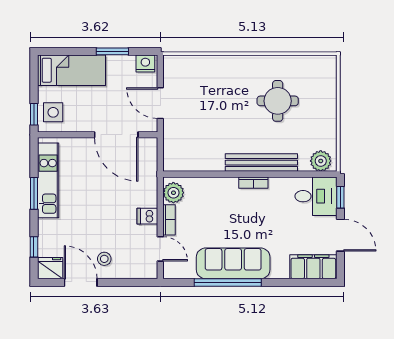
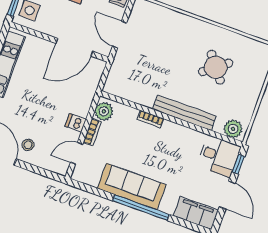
round table: (278, 101) -> (216, 67), turned -38
door: (116, 135) -> (74, 47), hinge flipped
bookcase: (253, 183) -> (151, 119), moved
door: (160, 249) -> (77, 153), swing flipped
window: (228, 283) -> (141, 208), moved

